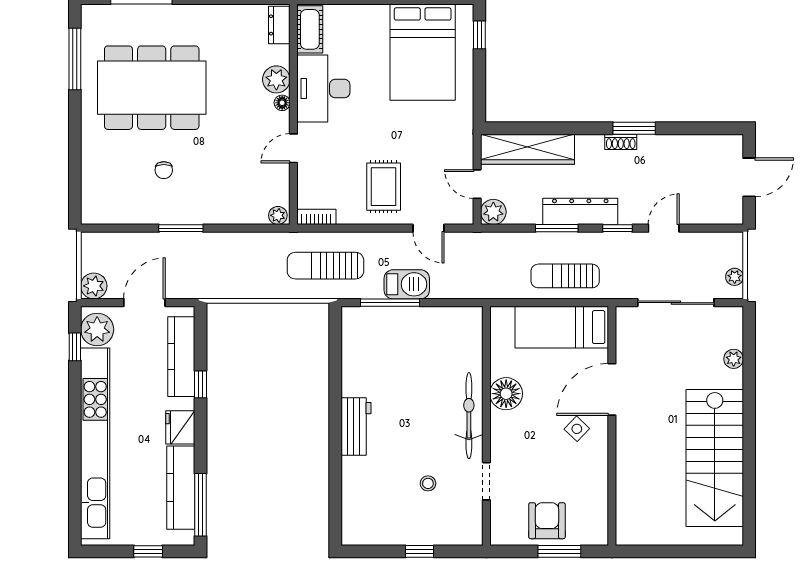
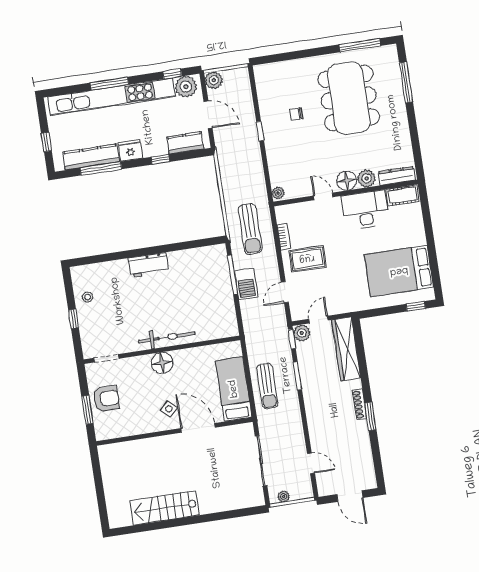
dresser: (279, 25) -> (397, 176), width x1.44
floor lamp: (282, 103) -> (347, 181), width x1.89, depth x1.89
shoe rack: (621, 142) -> (360, 404), width x1.43
dresser: (580, 211) -> (311, 390), removed
bookcase: (316, 217) -> (284, 237), moved
window: (181, 228) -> (260, 131), width x0.67
window: (617, 228) -> (292, 339), moved
door: (664, 228) -> (311, 463), moved
sun lounger: (325, 266) -> (250, 229), turned 180
sun lounger: (565, 276) -> (267, 386), turned 180
kitchen counter: (181, 357) -> (185, 143), width x0.67
plant: (734, 359) -> (230, 504), removed
floor lamp: (506, 394) -> (162, 363), moved
window: (75, 443) -> (109, 84), added
stairs: (715, 458) -> (165, 508), width x0.73, depth x0.66
doorway: (486, 481) -> (106, 358), moved
stool: (428, 483) -> (88, 297), moved
window: (200, 505) -> (101, 168), moved

